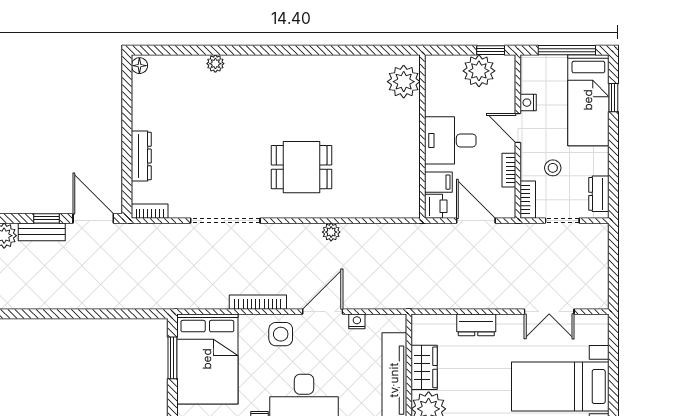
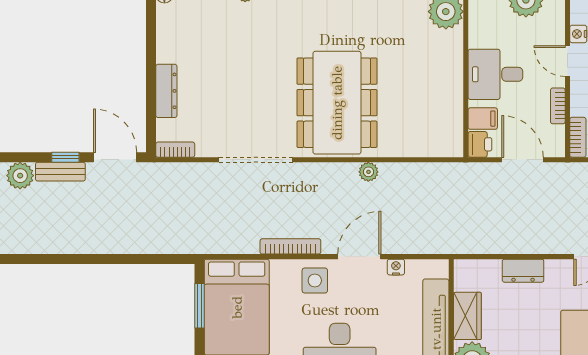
dining table: (302, 167) -> (337, 103), width x1.88, depth x1.24

